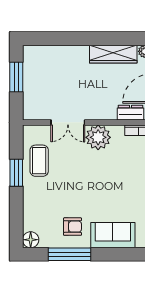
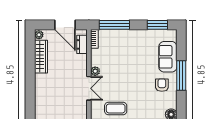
plant: (98, 137) -> (95, 71), width x0.53, depth x0.53
window: (70, 254) -> (181, 75), moved

